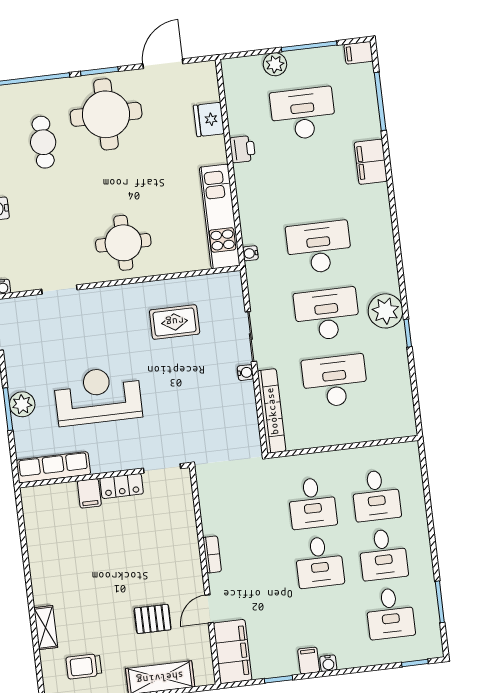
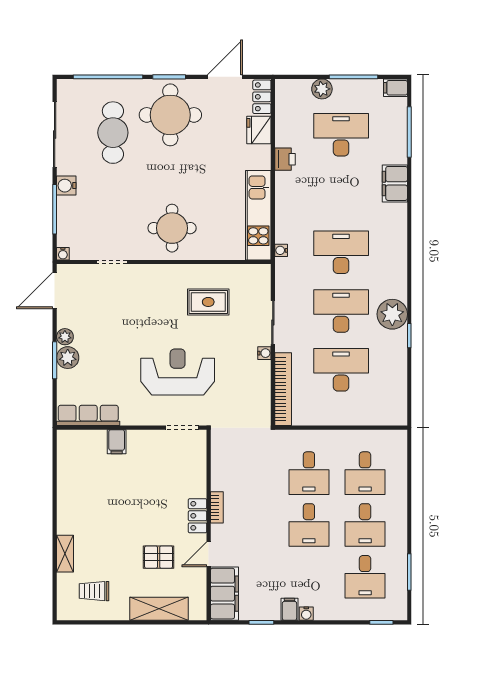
locker: (208, 81) -> (262, 97), added
cafe table: (43, 142) -> (113, 133), width x1.37, depth x1.35
plant: (16, 381) -> (65, 337), added
reception desk: (98, 396) -> (178, 372), moved
locker: (122, 486) -> (198, 516), moved, turned 90

